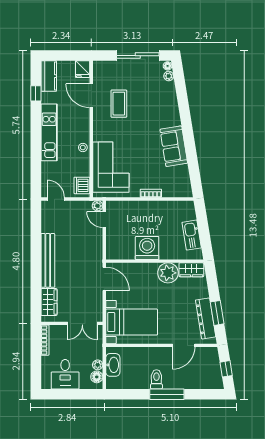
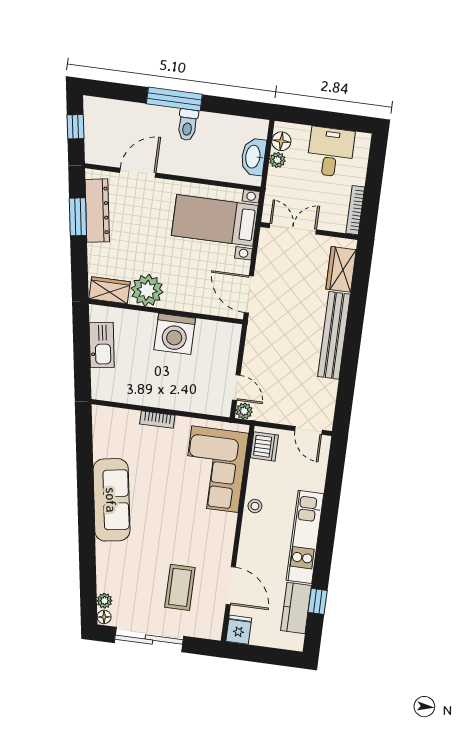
kitchen counter: (49, 76) -> (296, 608), moved
coffee table: (119, 104) -> (180, 587), moved
sofa: (174, 146) -> (111, 500), width x1.36

